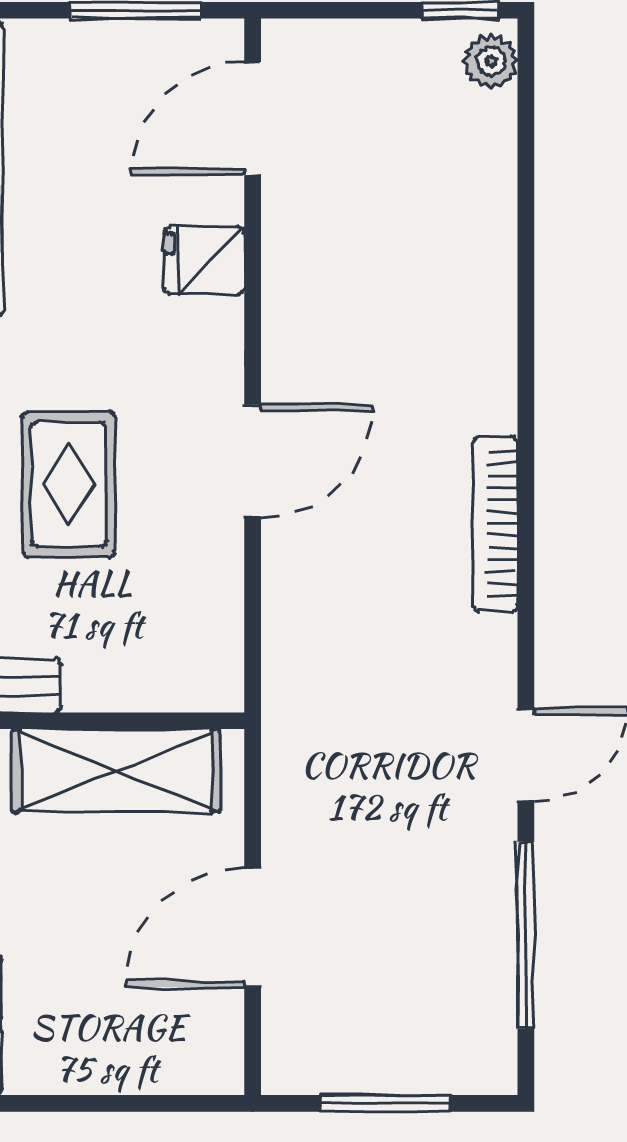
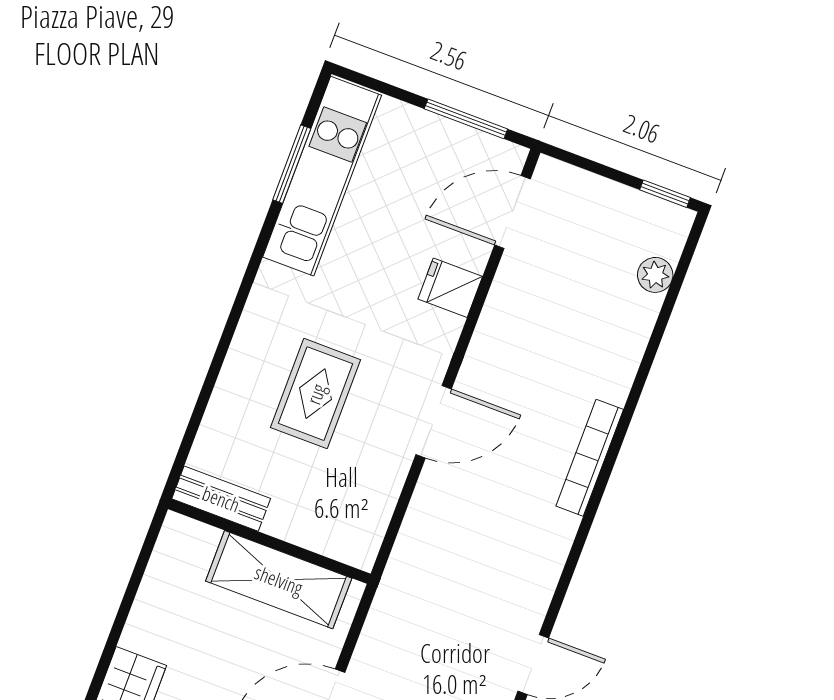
plant: (491, 61) -> (655, 275), moved
bookcase: (495, 524) -> (590, 458), moved

